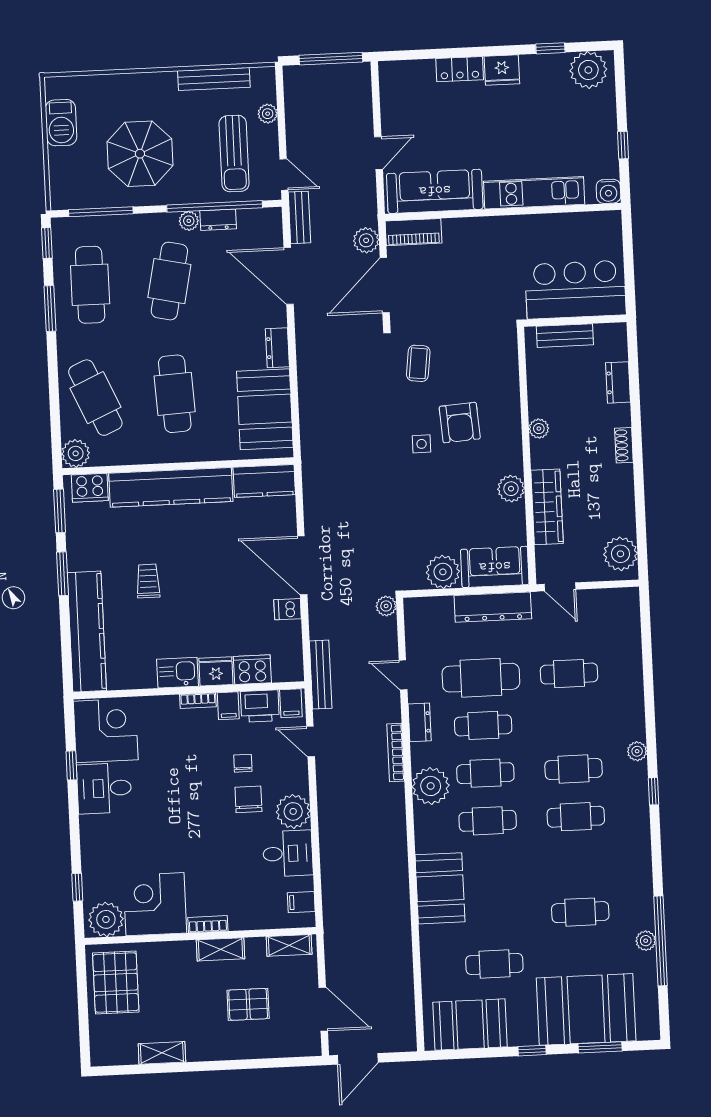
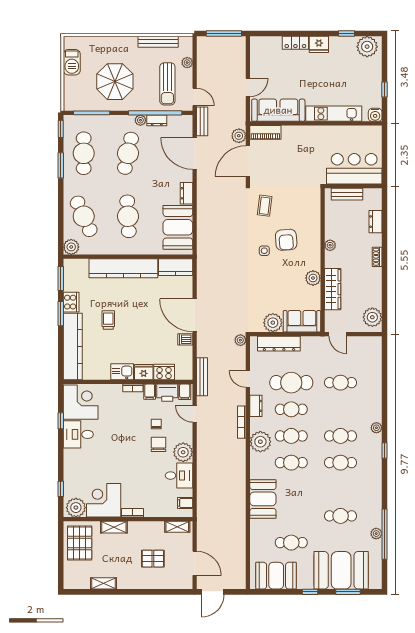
cooker: (90, 488) -> (71, 302), moved, turned -90
dresser: (493, 607) -> (279, 344), moved
shelving: (221, 949) -> (114, 527), moved

